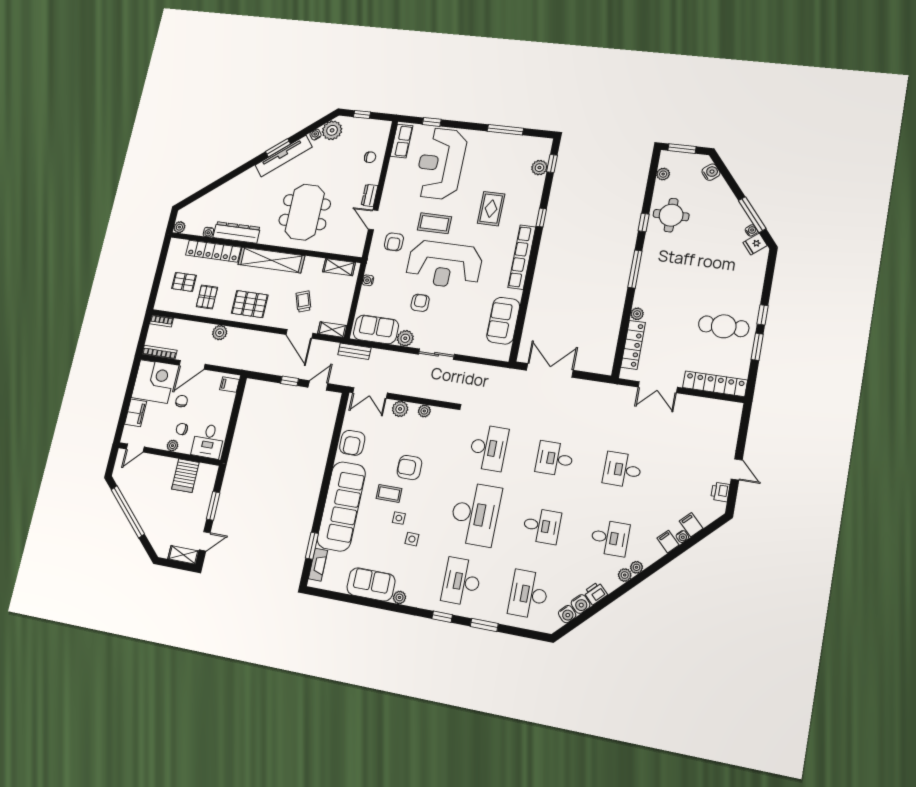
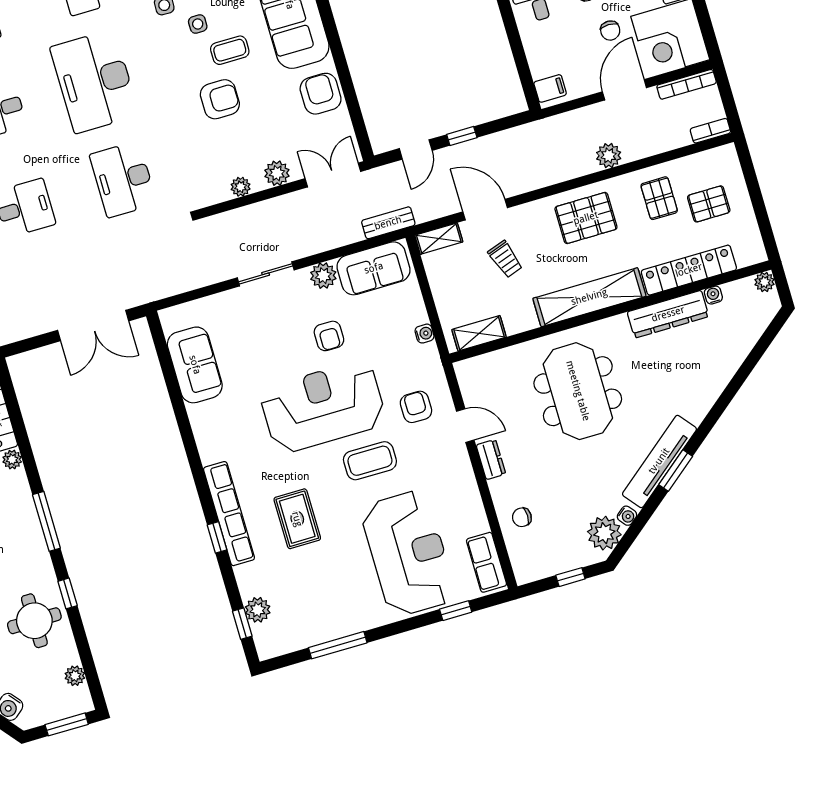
row of seats: (522, 257) -> (229, 514), moved

